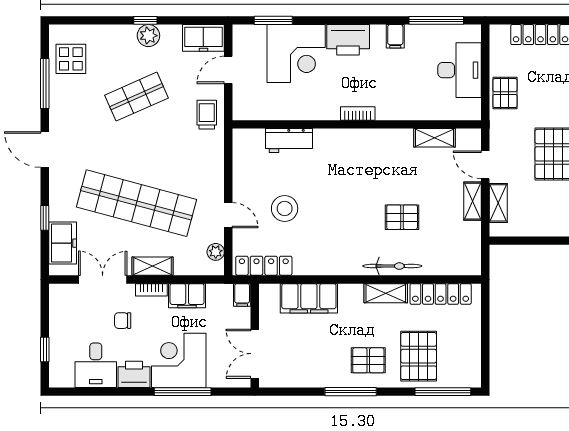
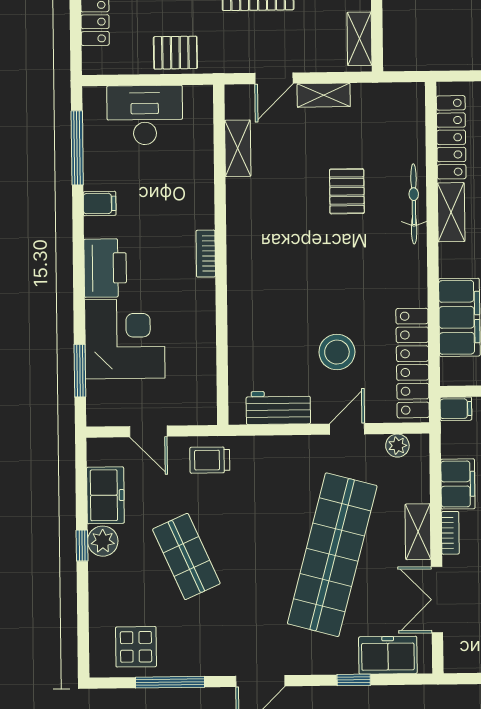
freezer: (203, 38) -> (105, 495), moved
workbench: (289, 141) -> (278, 408), moved, turned -90
shelving: (498, 203) -> (359, 39), moved, turned 90
locker: (264, 266) -> (413, 363), width x1.41, depth x1.21

